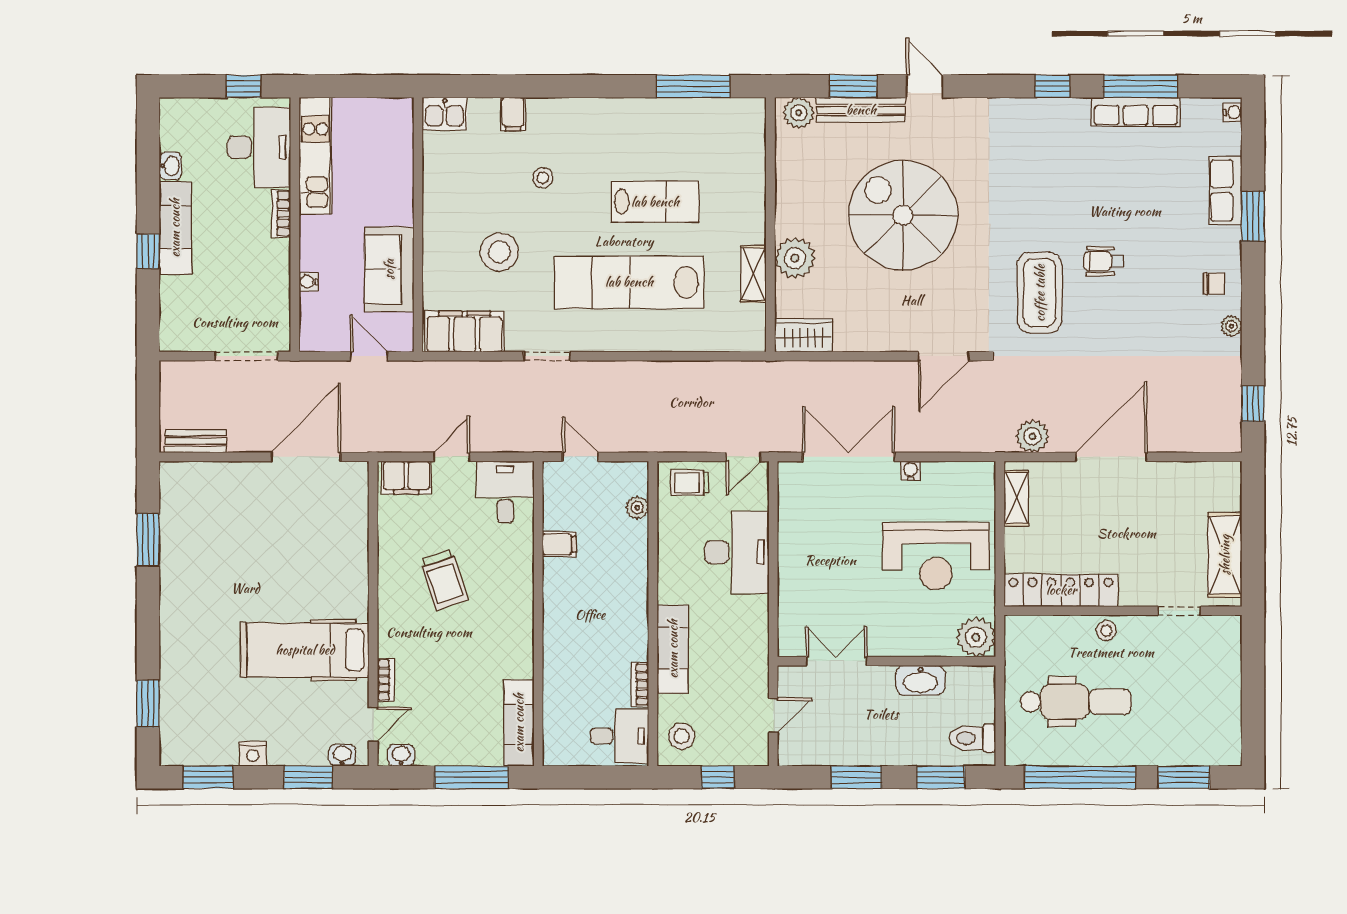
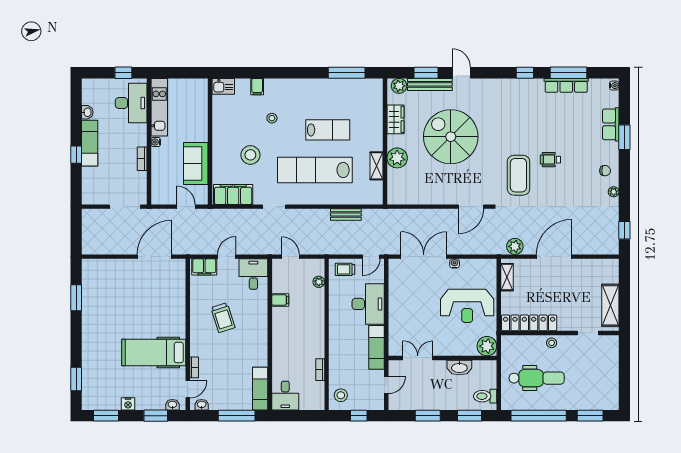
bookcase: (281, 214) -> (142, 159), moved
water cooler: (309, 282) -> (156, 142), moved
wardrobe: (804, 335) -> (395, 119), moved, turned 90
bench: (195, 441) -> (346, 215), moved
exam couch: (673, 649) -> (377, 347), moved, turned 180
desk: (620, 736) -> (285, 396), moved, turned 90

